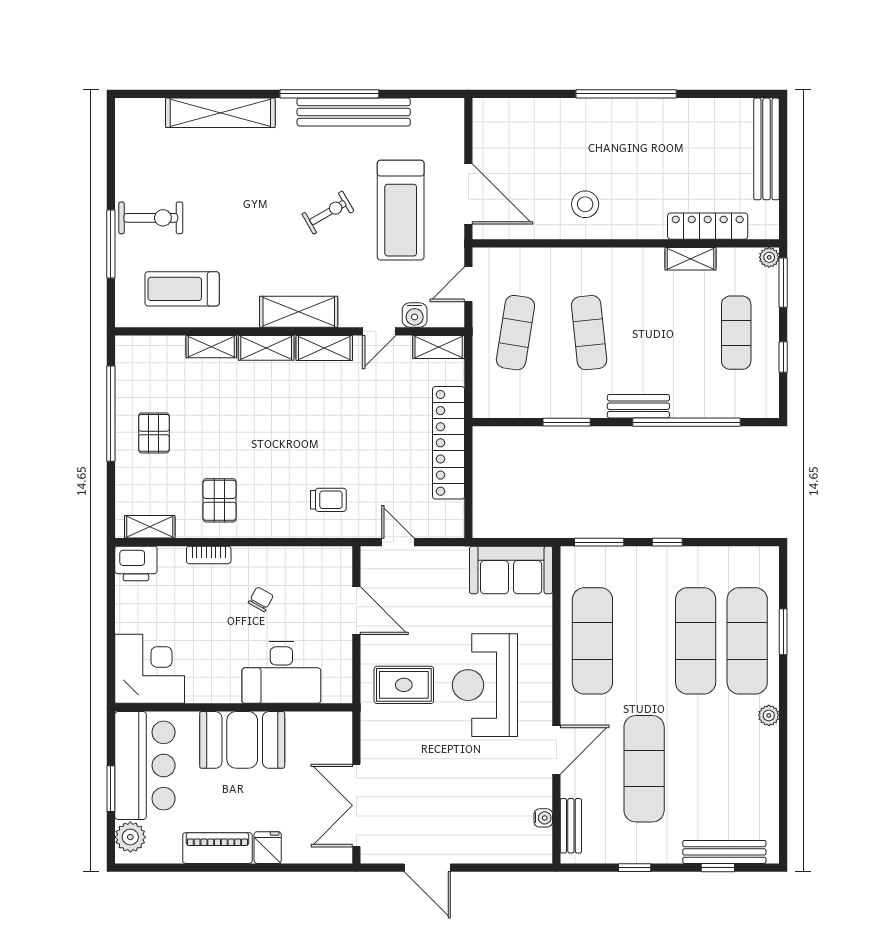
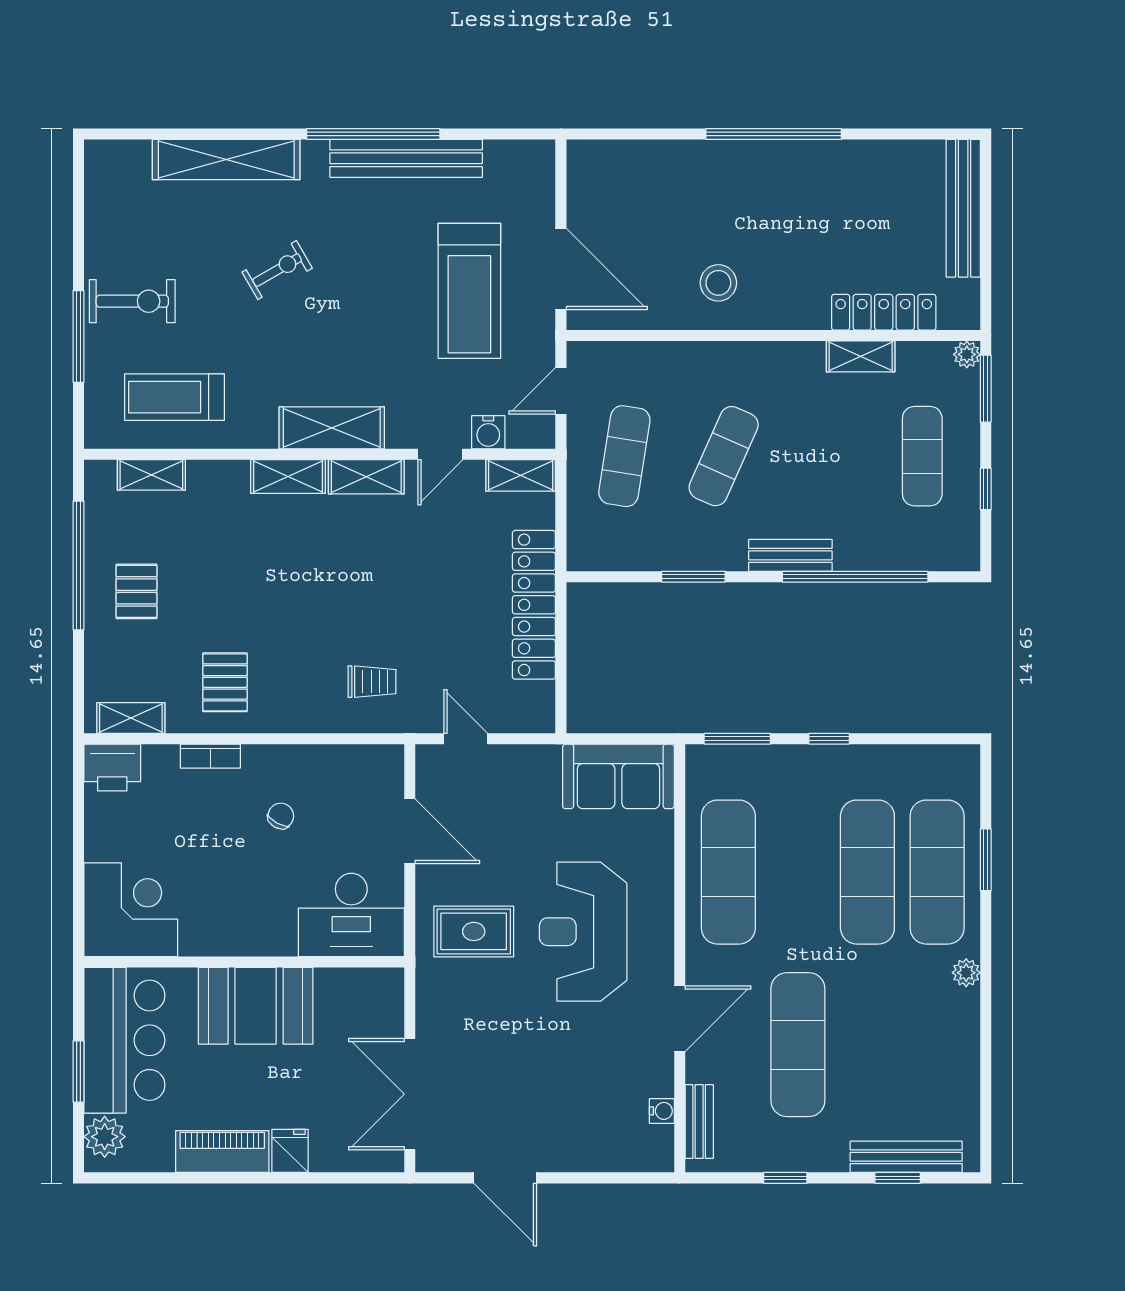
exercise bike: (328, 213) -> (277, 270), moved
exercise mat: (589, 333) -> (724, 456), turned 30
shelving: (211, 347) -> (151, 475), moved
desk: (281, 673) -> (351, 915), moved

